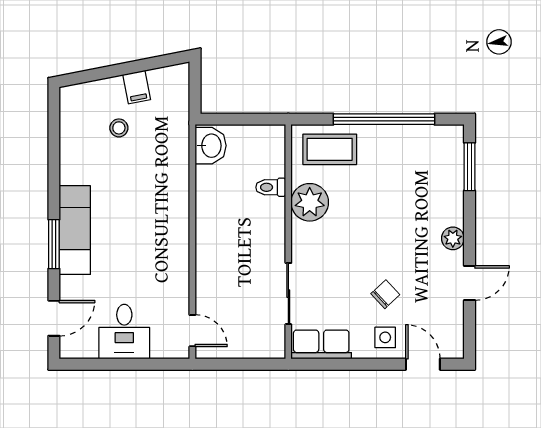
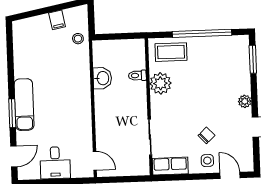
stool: (119, 128) -> (78, 39), moved
washbasin: (211, 146) -> (102, 78), moved

